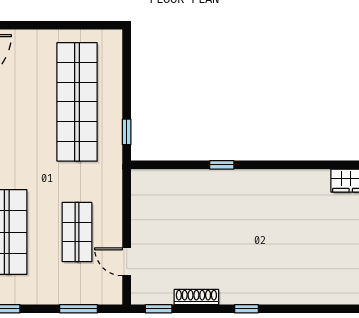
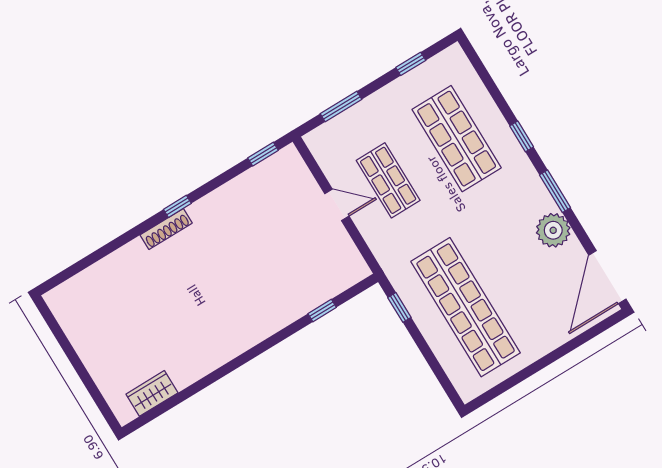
window: (222, 165) -> (322, 311), moved
door: (127, 262) -> (337, 205), moved
shoe rack: (196, 297) -> (166, 229), moved

